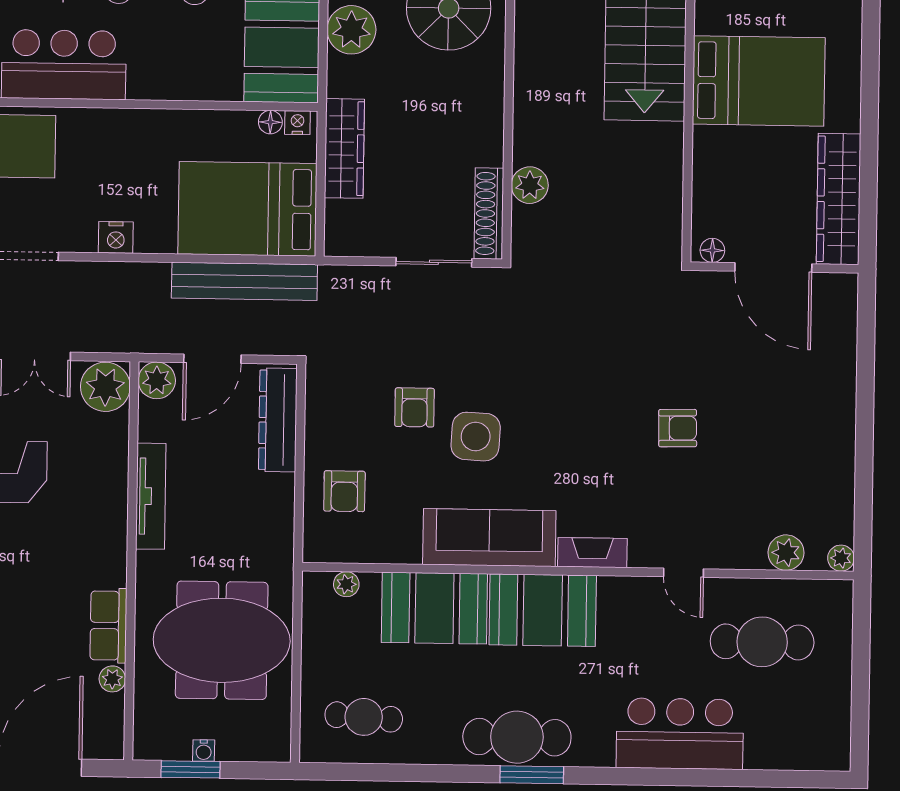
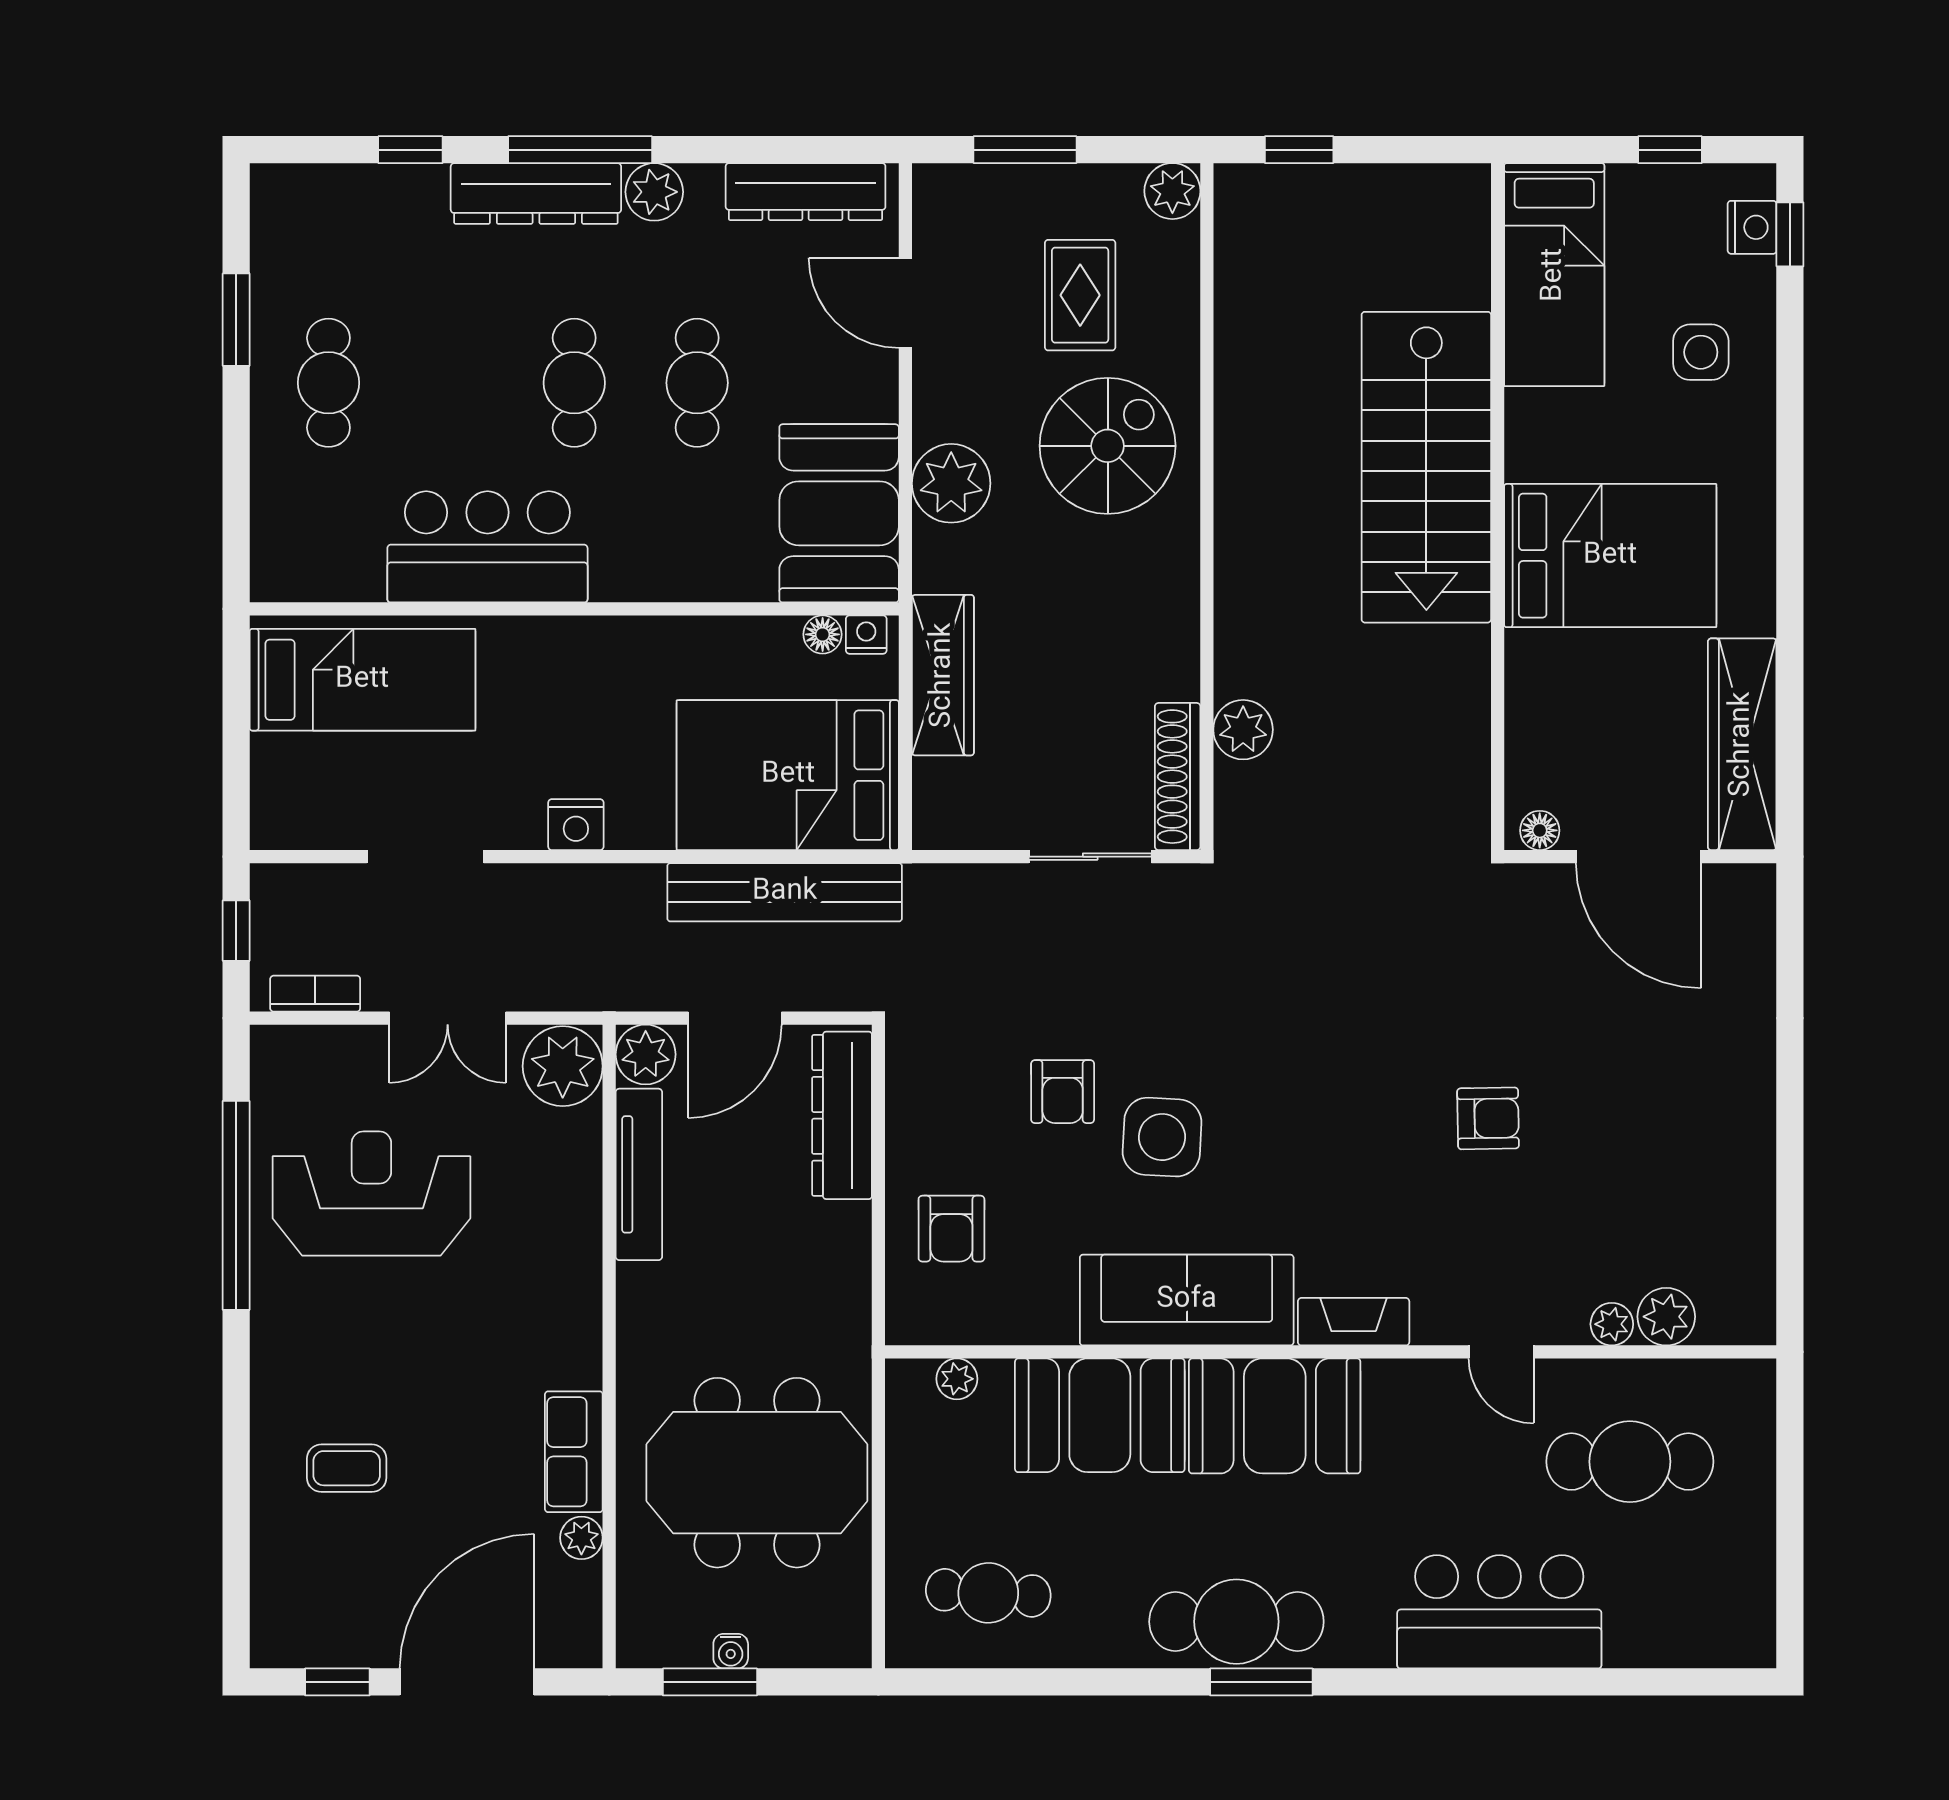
tv unit: (151, 496) -> (639, 1174), moved
plant: (841, 558) -> (1612, 1324), moved

